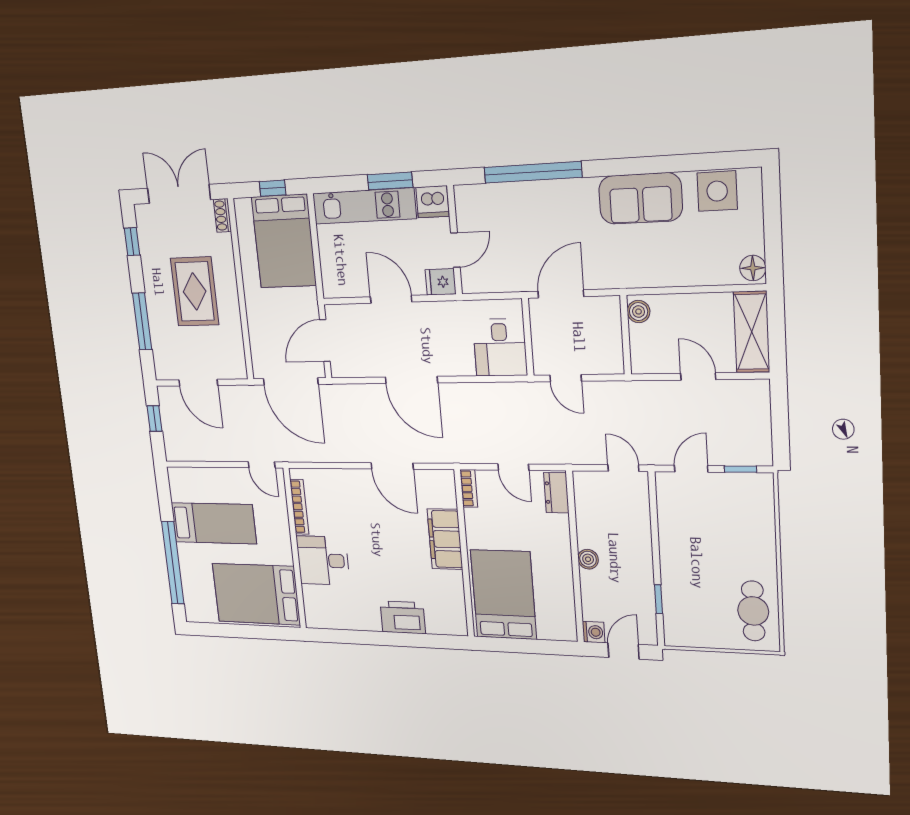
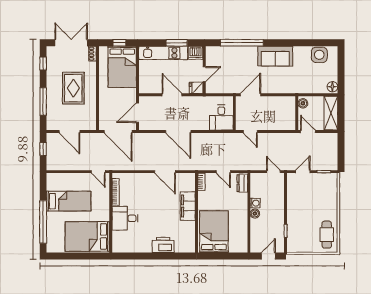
sofa: (640, 198) -> (275, 56), moved
boiler: (639, 312) -> (303, 103), moved
wall: (626, 335) -> (297, 113), moved
washing machine: (593, 632) -> (255, 203), moved

